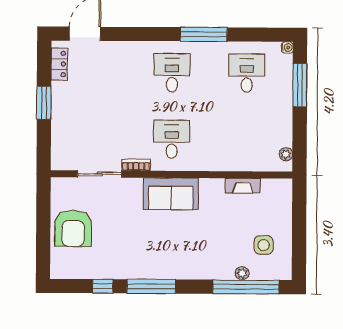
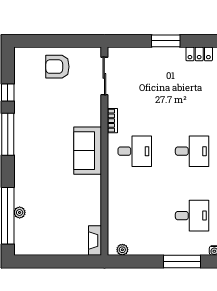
sliding door: (100, 174) -> (104, 76), moved
fireplace: (243, 186) -> (95, 240), moved
armchair: (73, 228) -> (57, 67), width x0.73, depth x0.73
side table: (264, 245) -> (44, 231), removed

